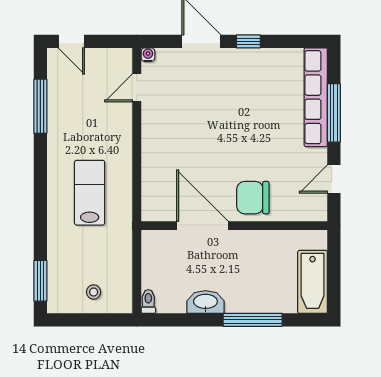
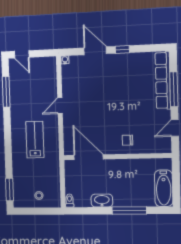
door: (137, 88) -> (60, 106), moved
chair: (253, 198) -> (127, 140), width x0.54, depth x0.54
door: (202, 226) -> (89, 157), moved

